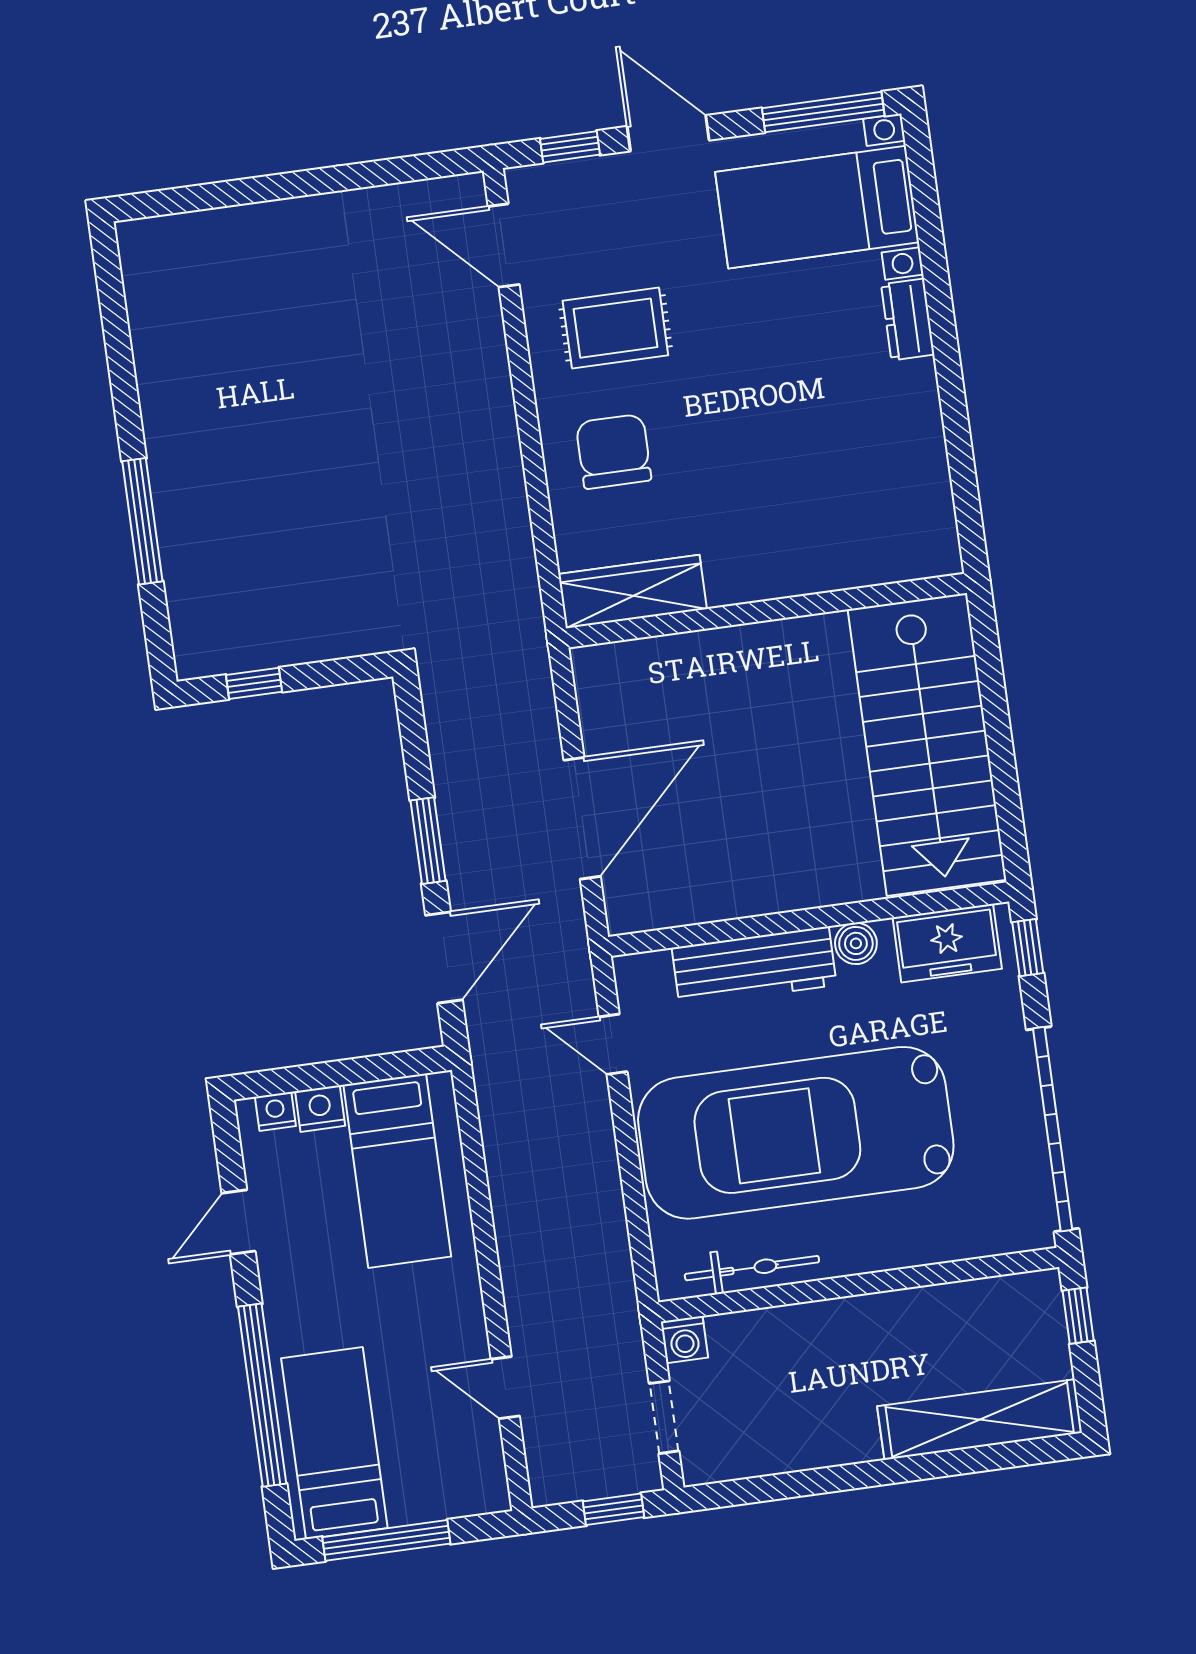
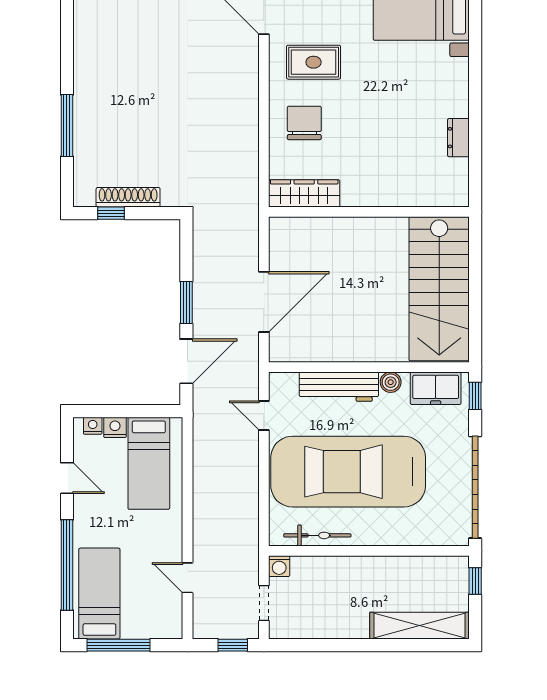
dresser: (908, 320) -> (458, 138), moved
shoe rack: (283, 647) -> (128, 197), added
door: (238, 1222) -> (67, 478), swing flipped

